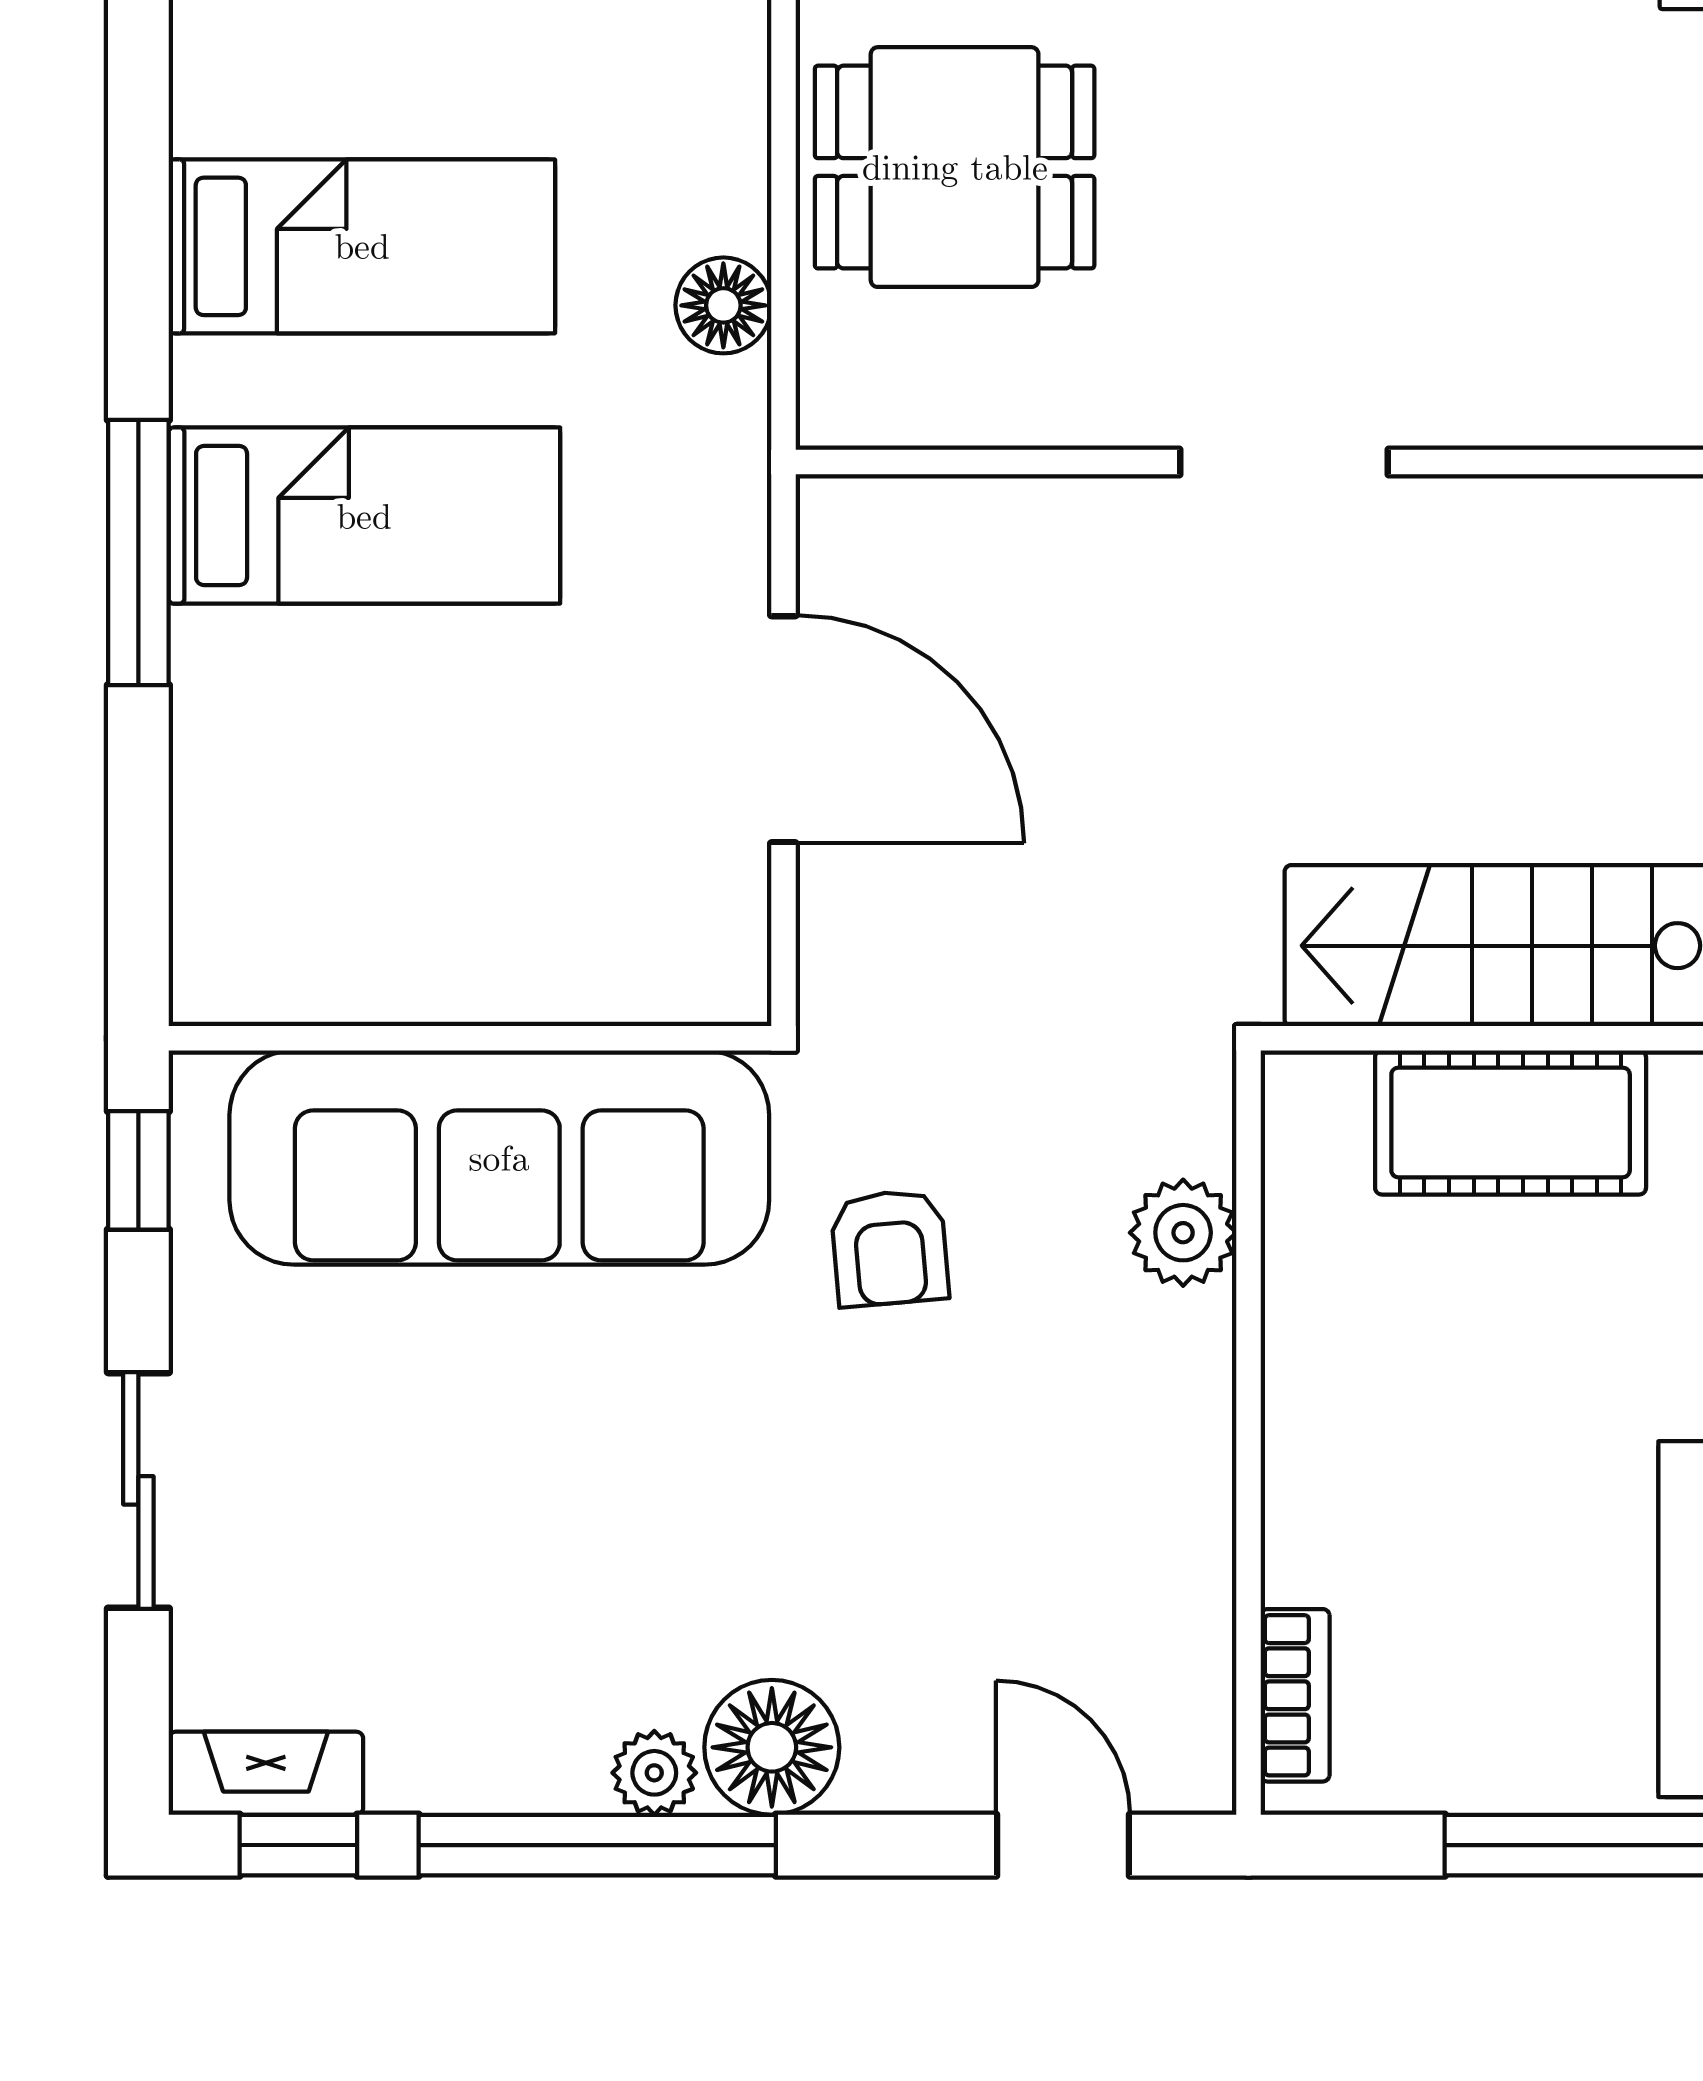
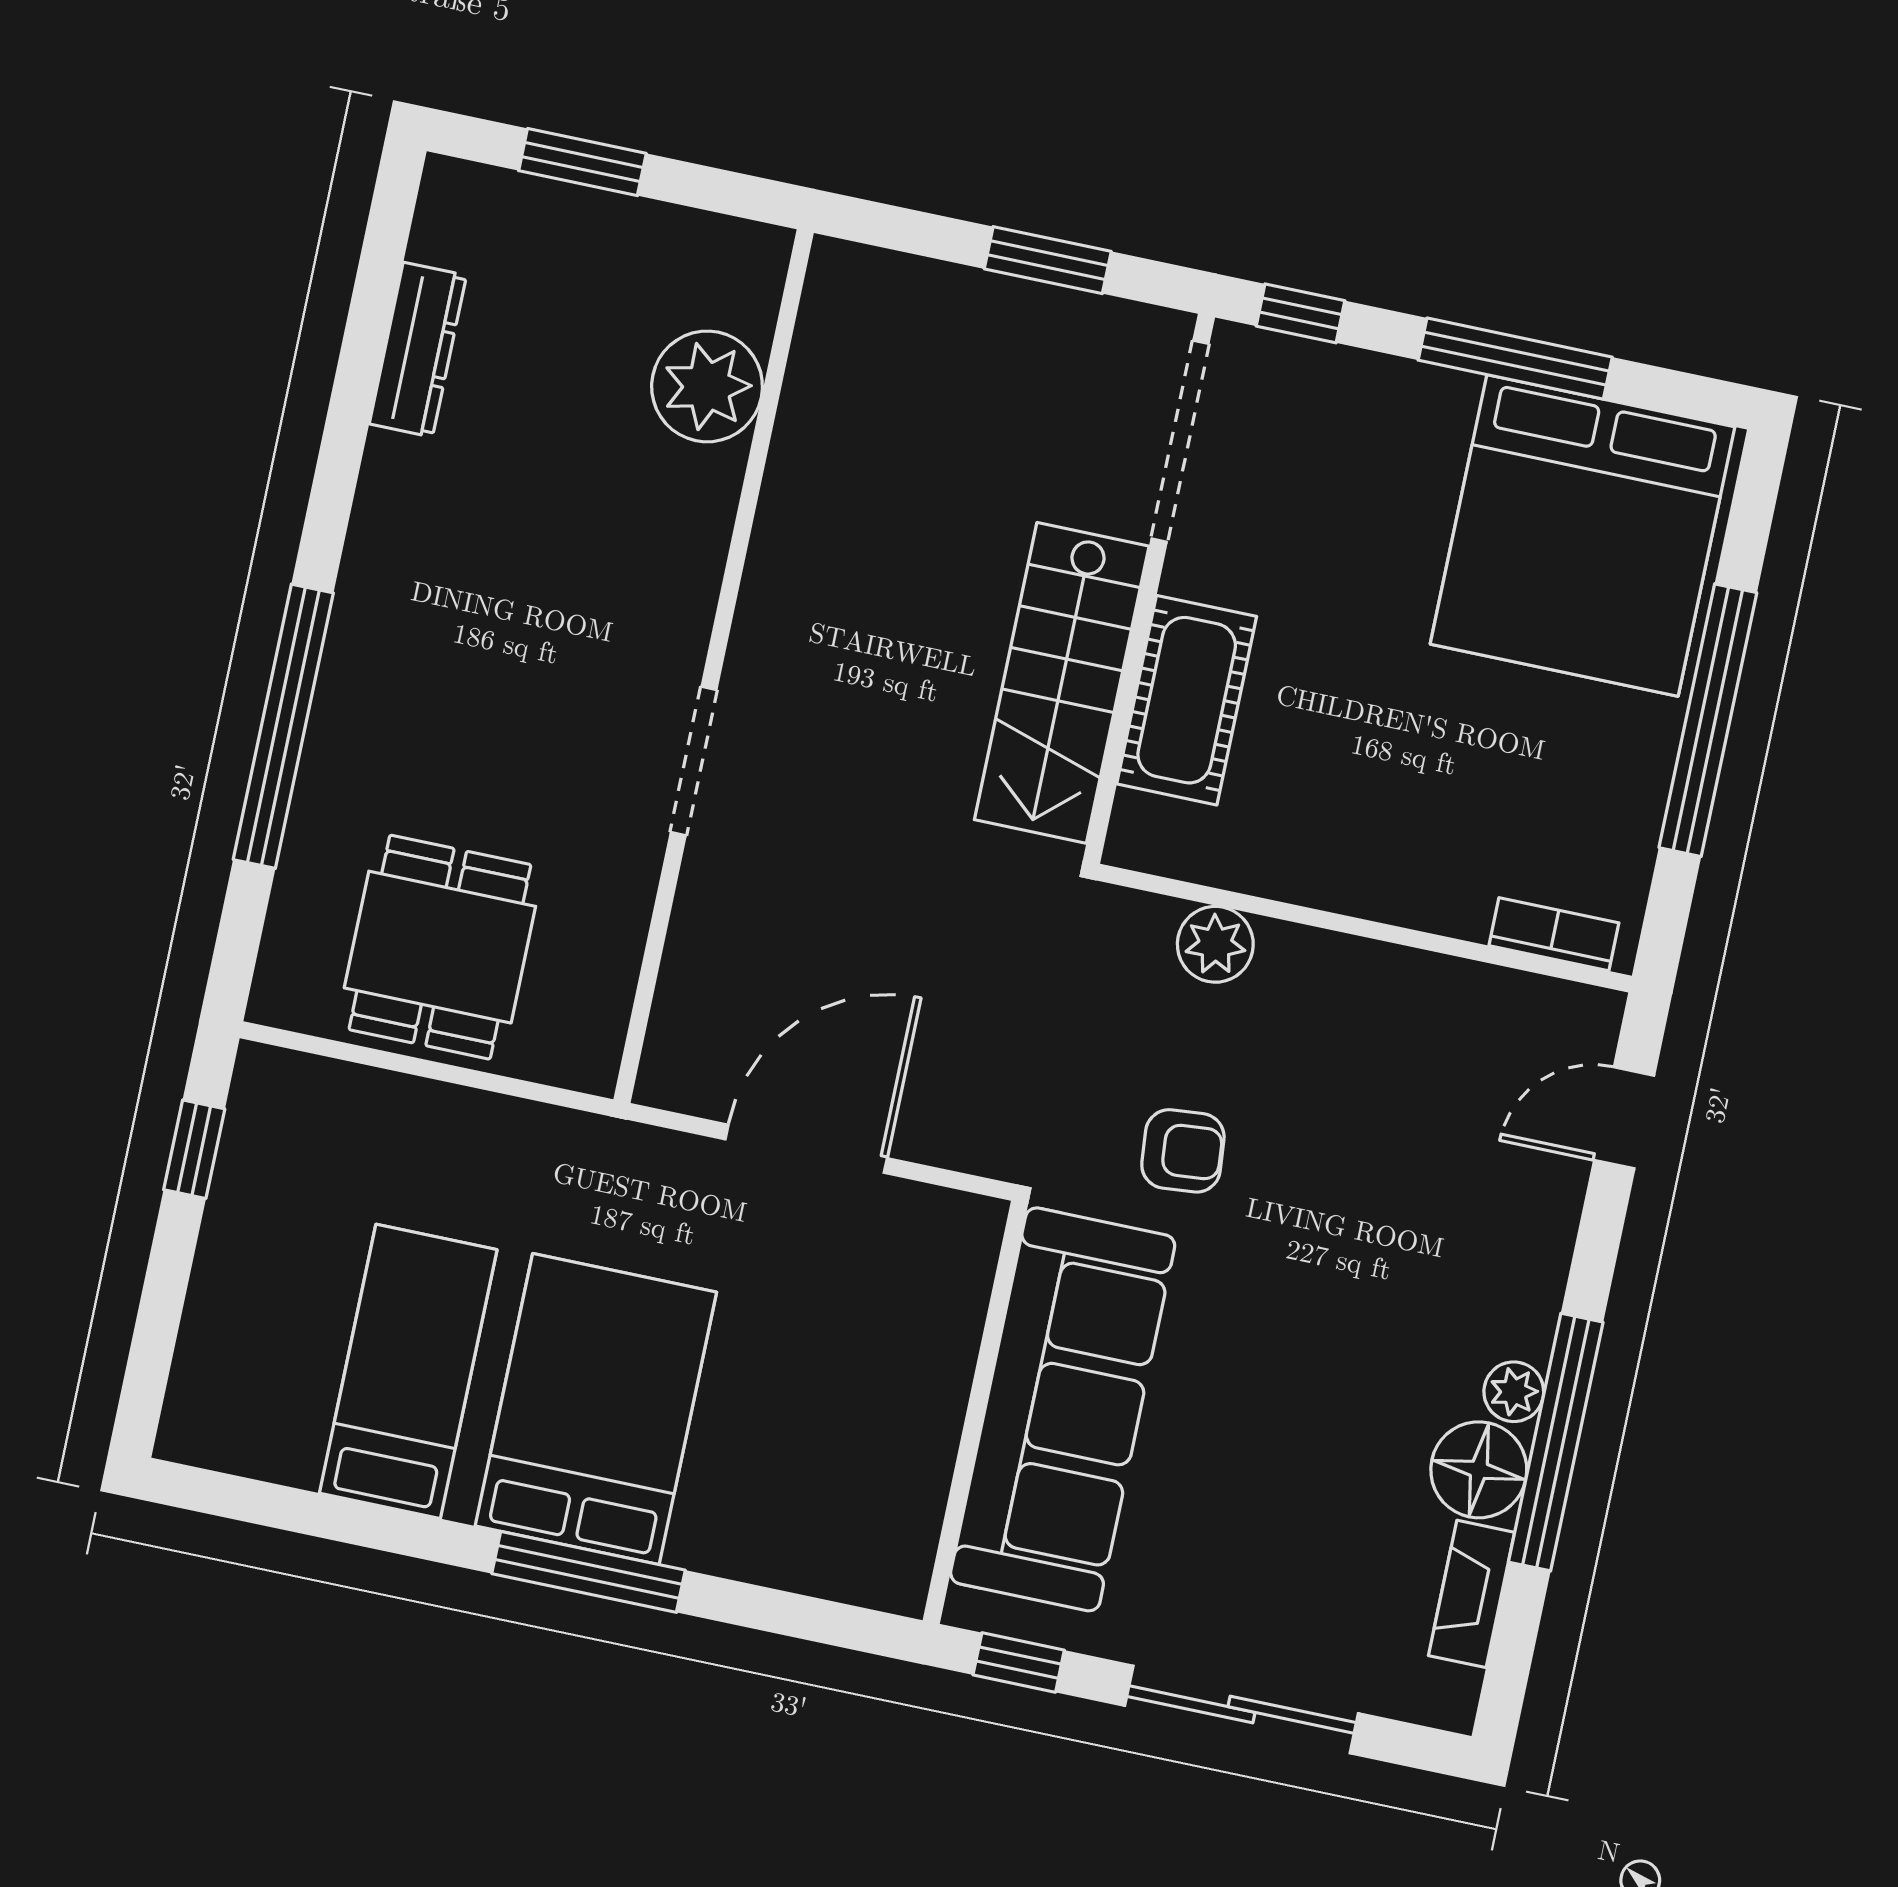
floor lamp: (723, 305) -> (502, 1128), removed
bed: (364, 516) -> (596, 1409), width x1.50
sliding door: (138, 1490) -> (1242, 1710), width x1.37
floor lamp: (772, 1747) -> (1479, 1470), moved
fireplace: (266, 1773) -> (1472, 1594), moved
window: (298, 1845) -> (1512, 1650), removed

